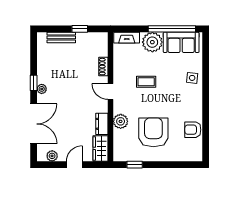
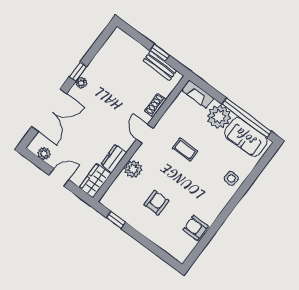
bench: (61, 37) -> (160, 66), moved
armchair: (153, 132) -> (156, 203), width x0.53, depth x0.53

